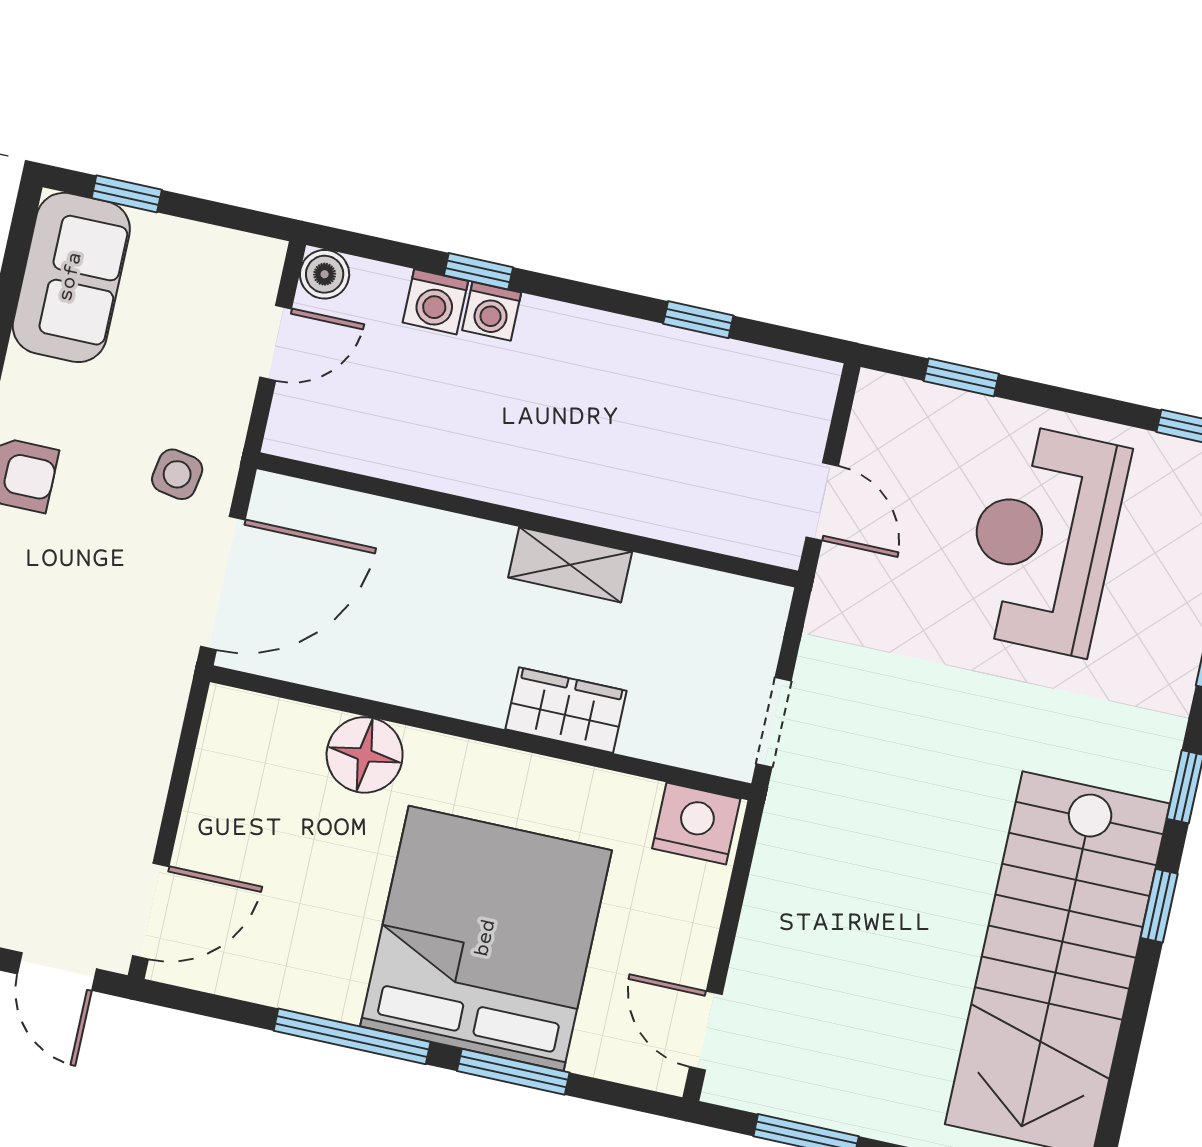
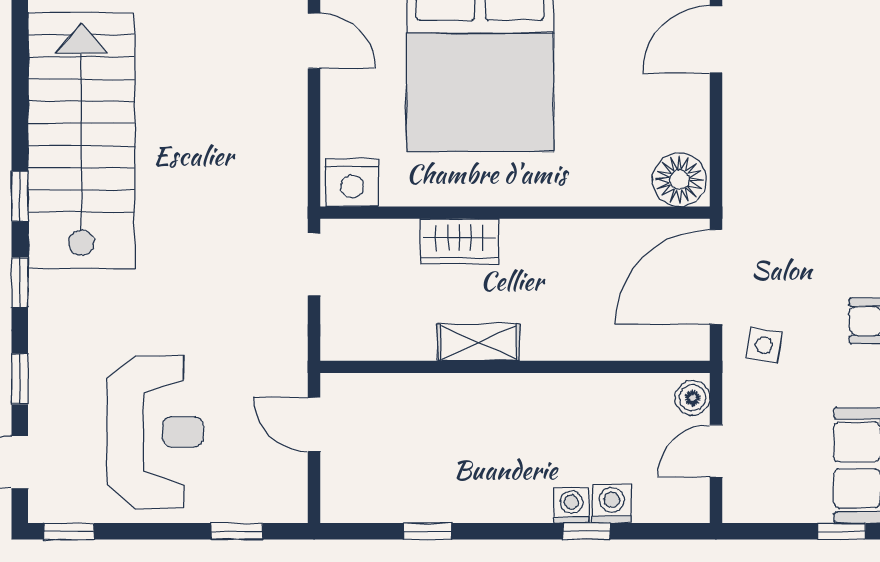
boiler: (325, 274) -> (693, 398), moved
floor lamp: (365, 755) -> (679, 180), moved

